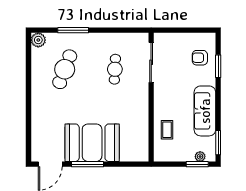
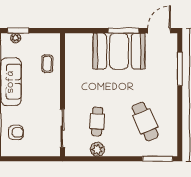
window: (73, 30) -> (158, 159), moved
plant: (38, 40) -> (97, 149), moved
cafe table: (65, 69) -> (145, 121), turned -45
window: (29, 124) -> (180, 69), added

